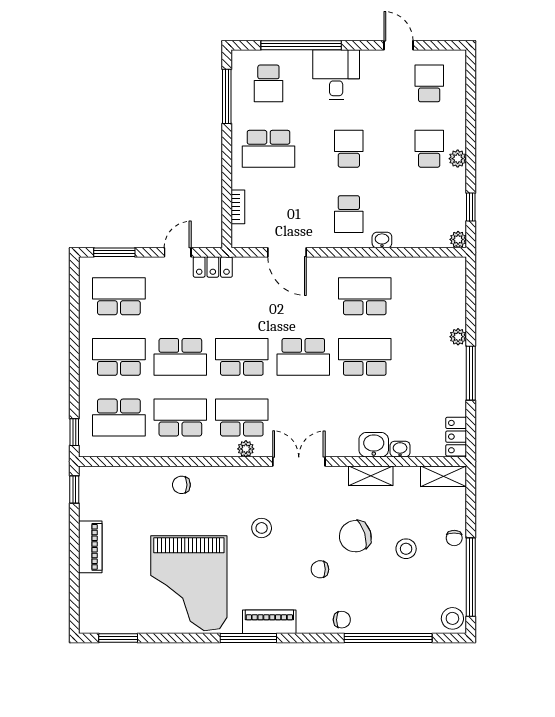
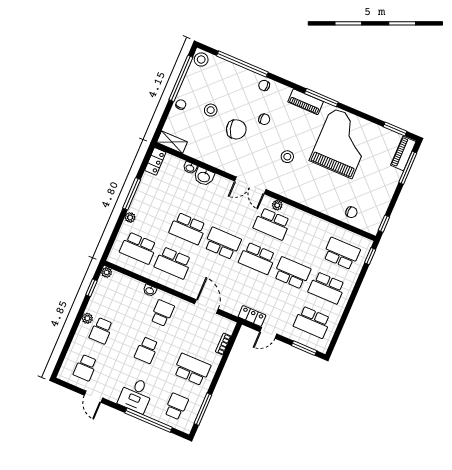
school desk: (180, 418) -> (138, 248), moved
shelving: (371, 476) -> (213, 160), removed
chair: (181, 485) -> (351, 212), moved
piano: (90, 547) -> (403, 153), moved
window: (74, 588) -> (408, 168), added

